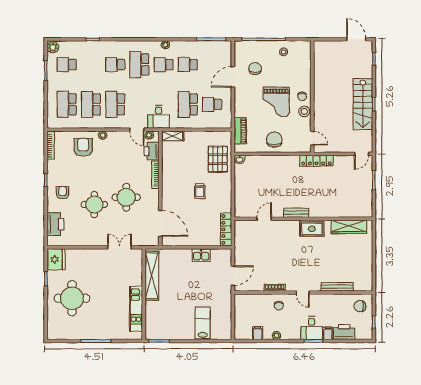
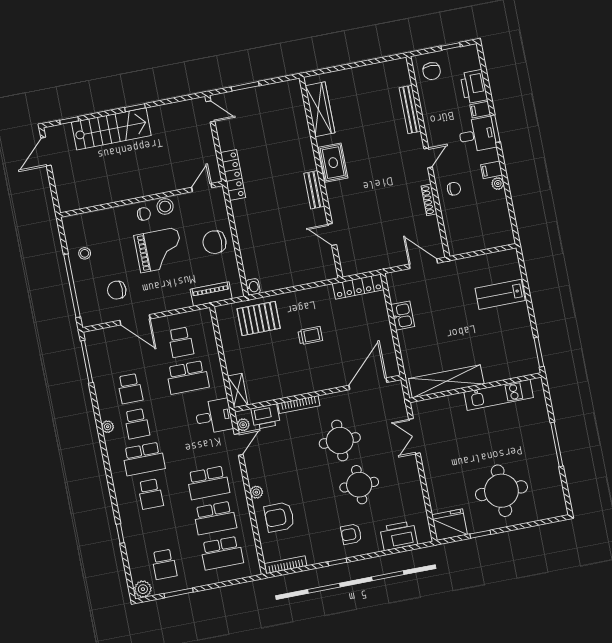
stairs: (363, 104) -> (111, 129), moved
filing cabinet: (258, 333) -> (492, 170), moved

